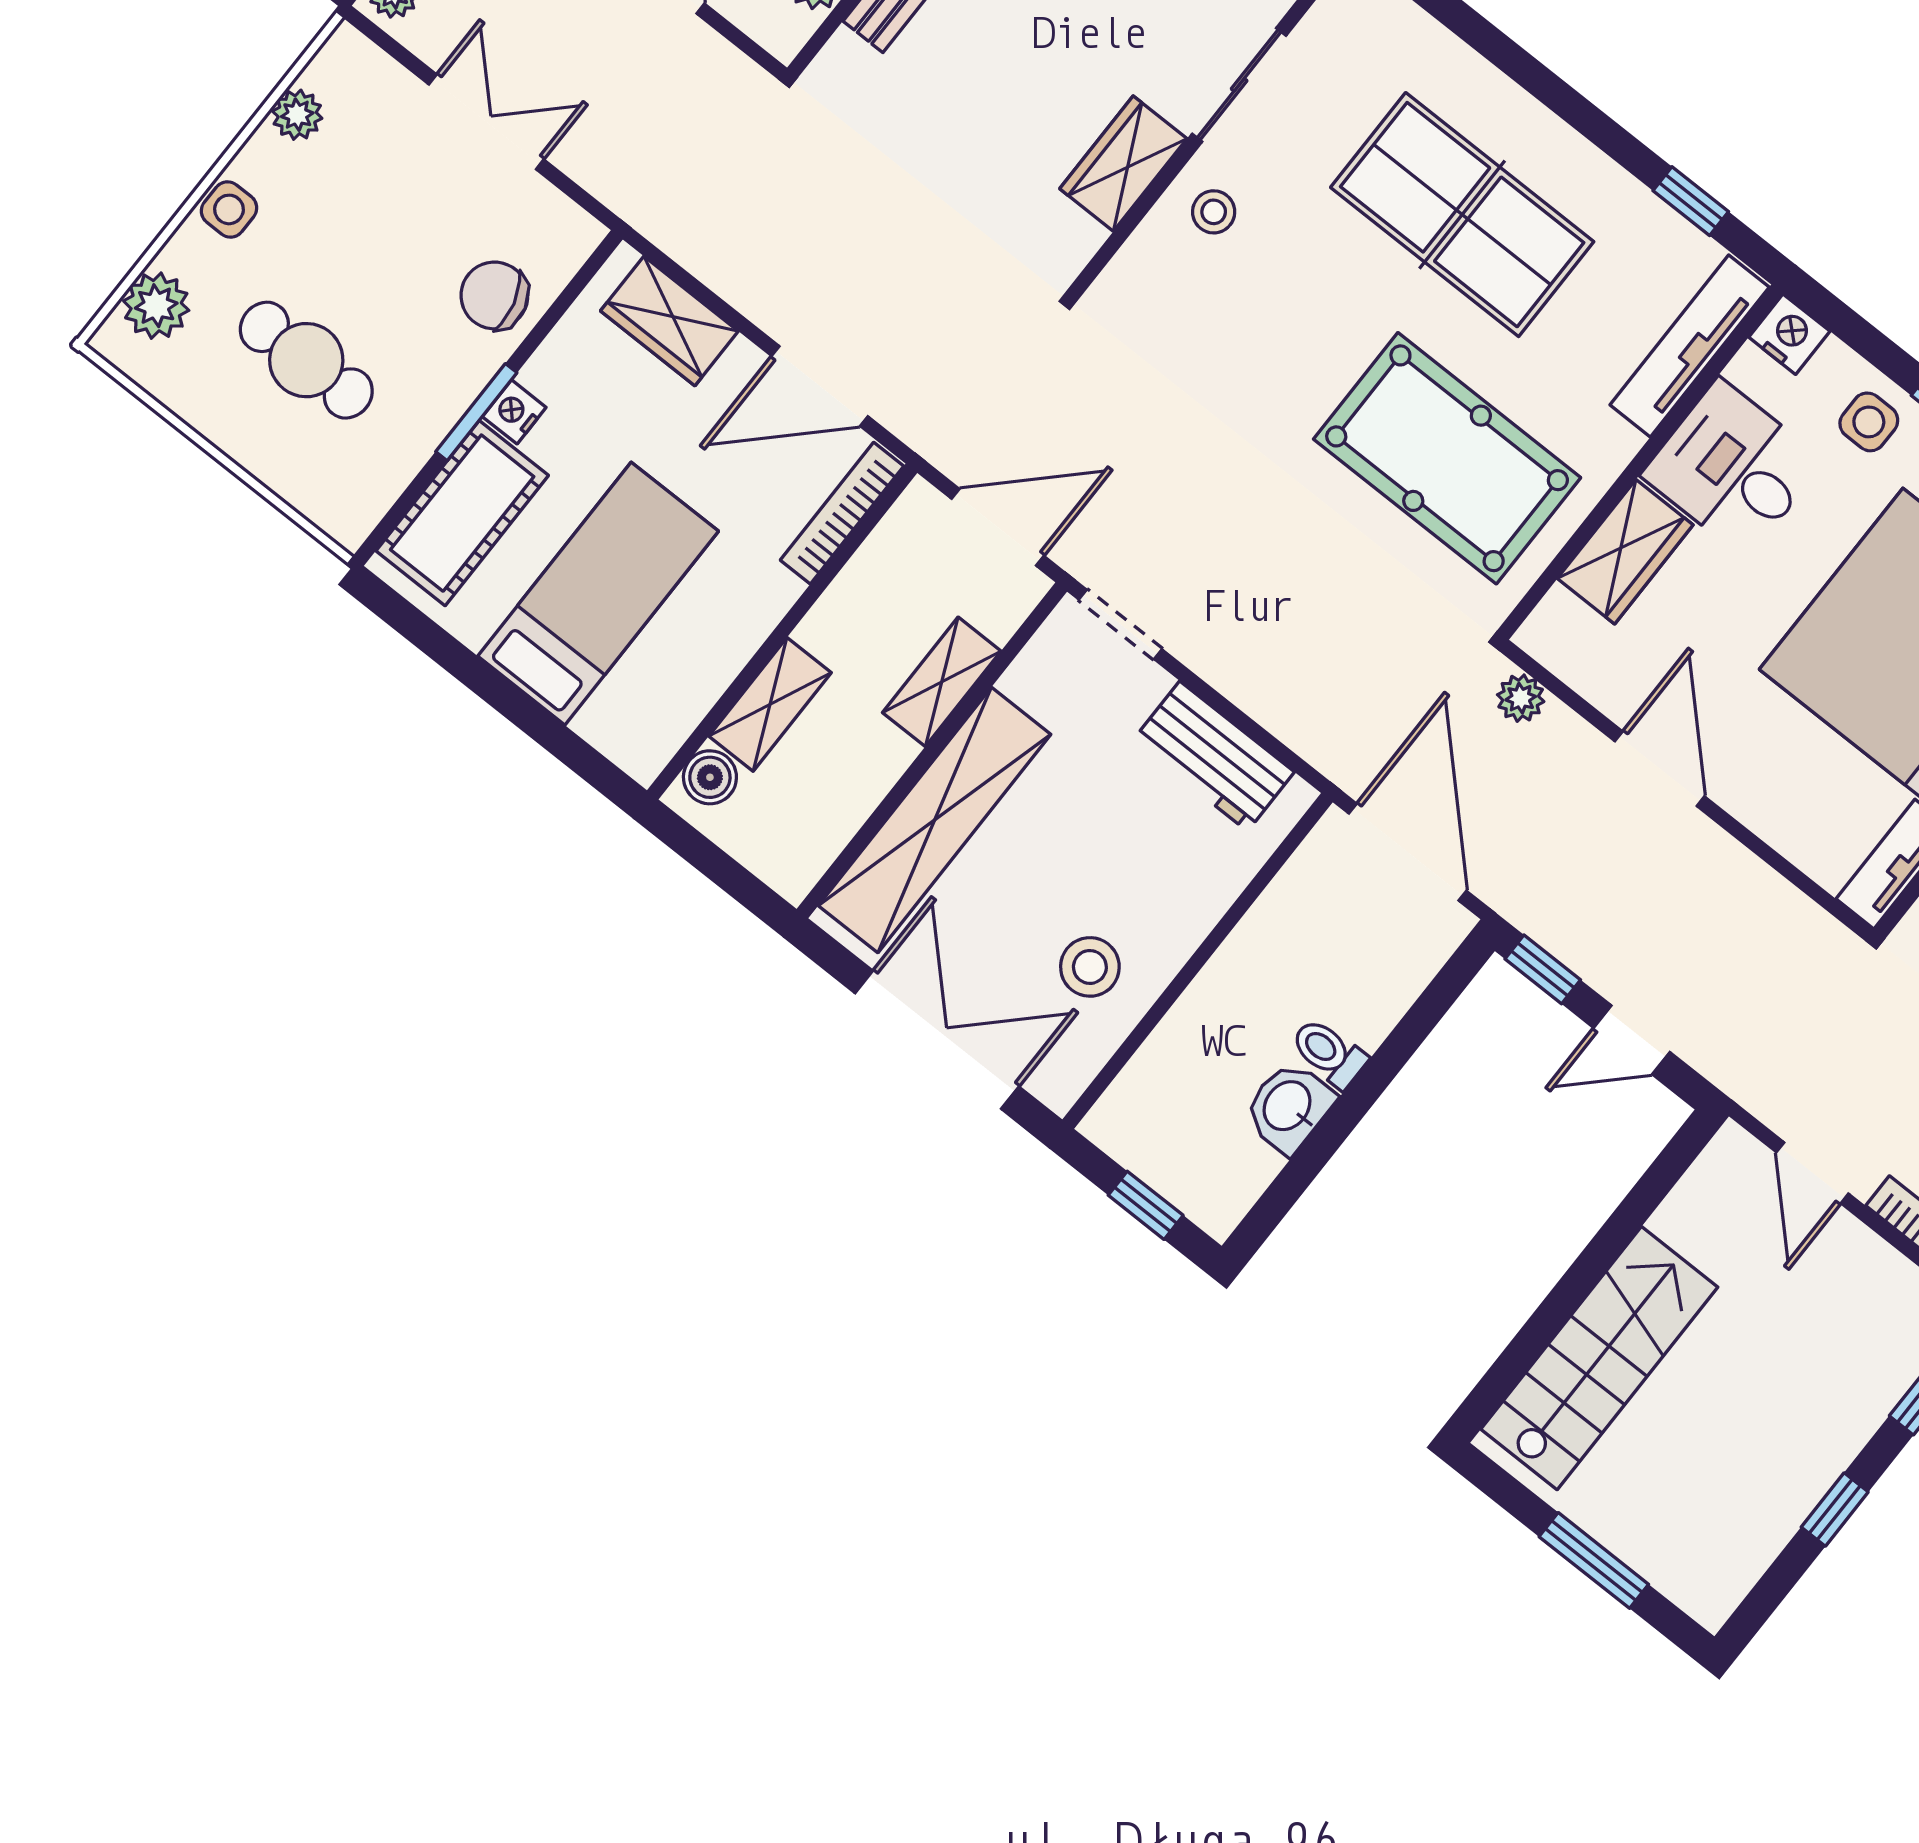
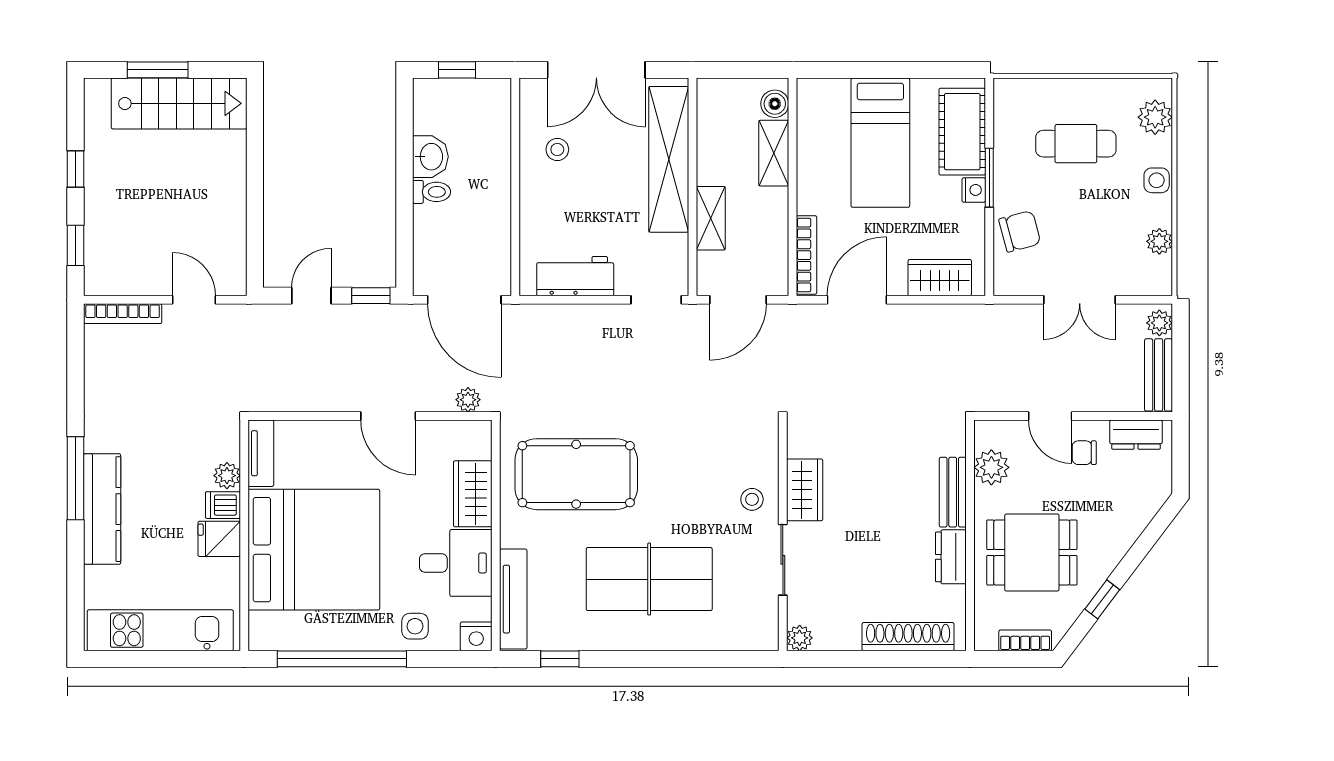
stool: (1090, 967) -> (557, 149), width x0.73, depth x0.73
stairs: (1599, 1358) -> (179, 103), moved, turned -90

